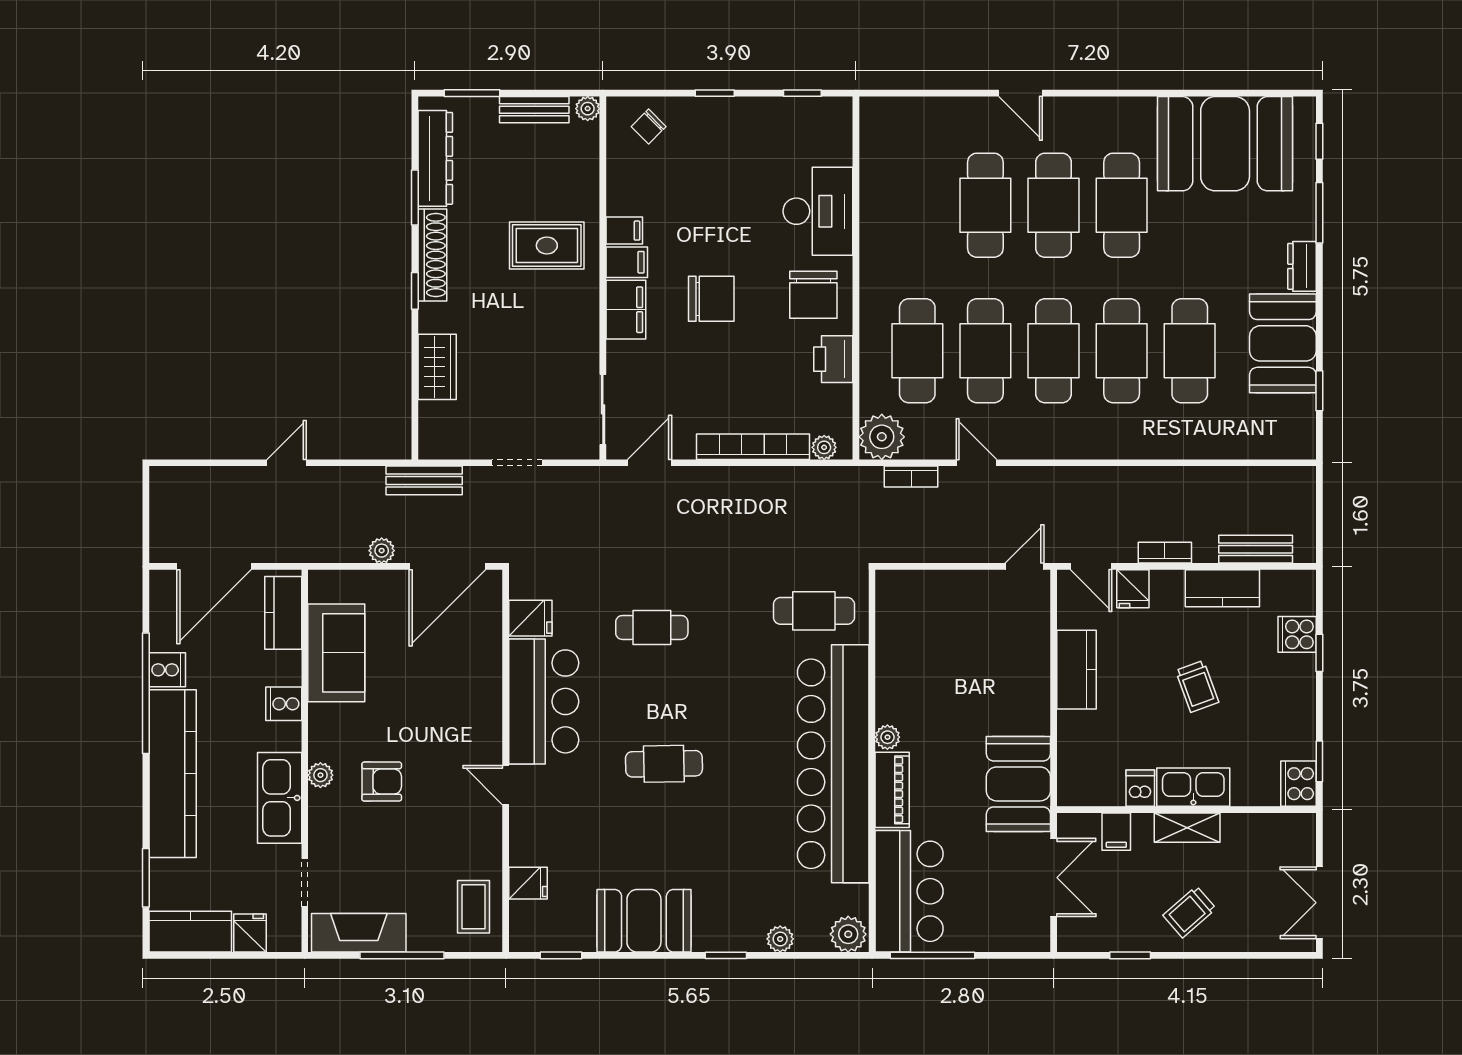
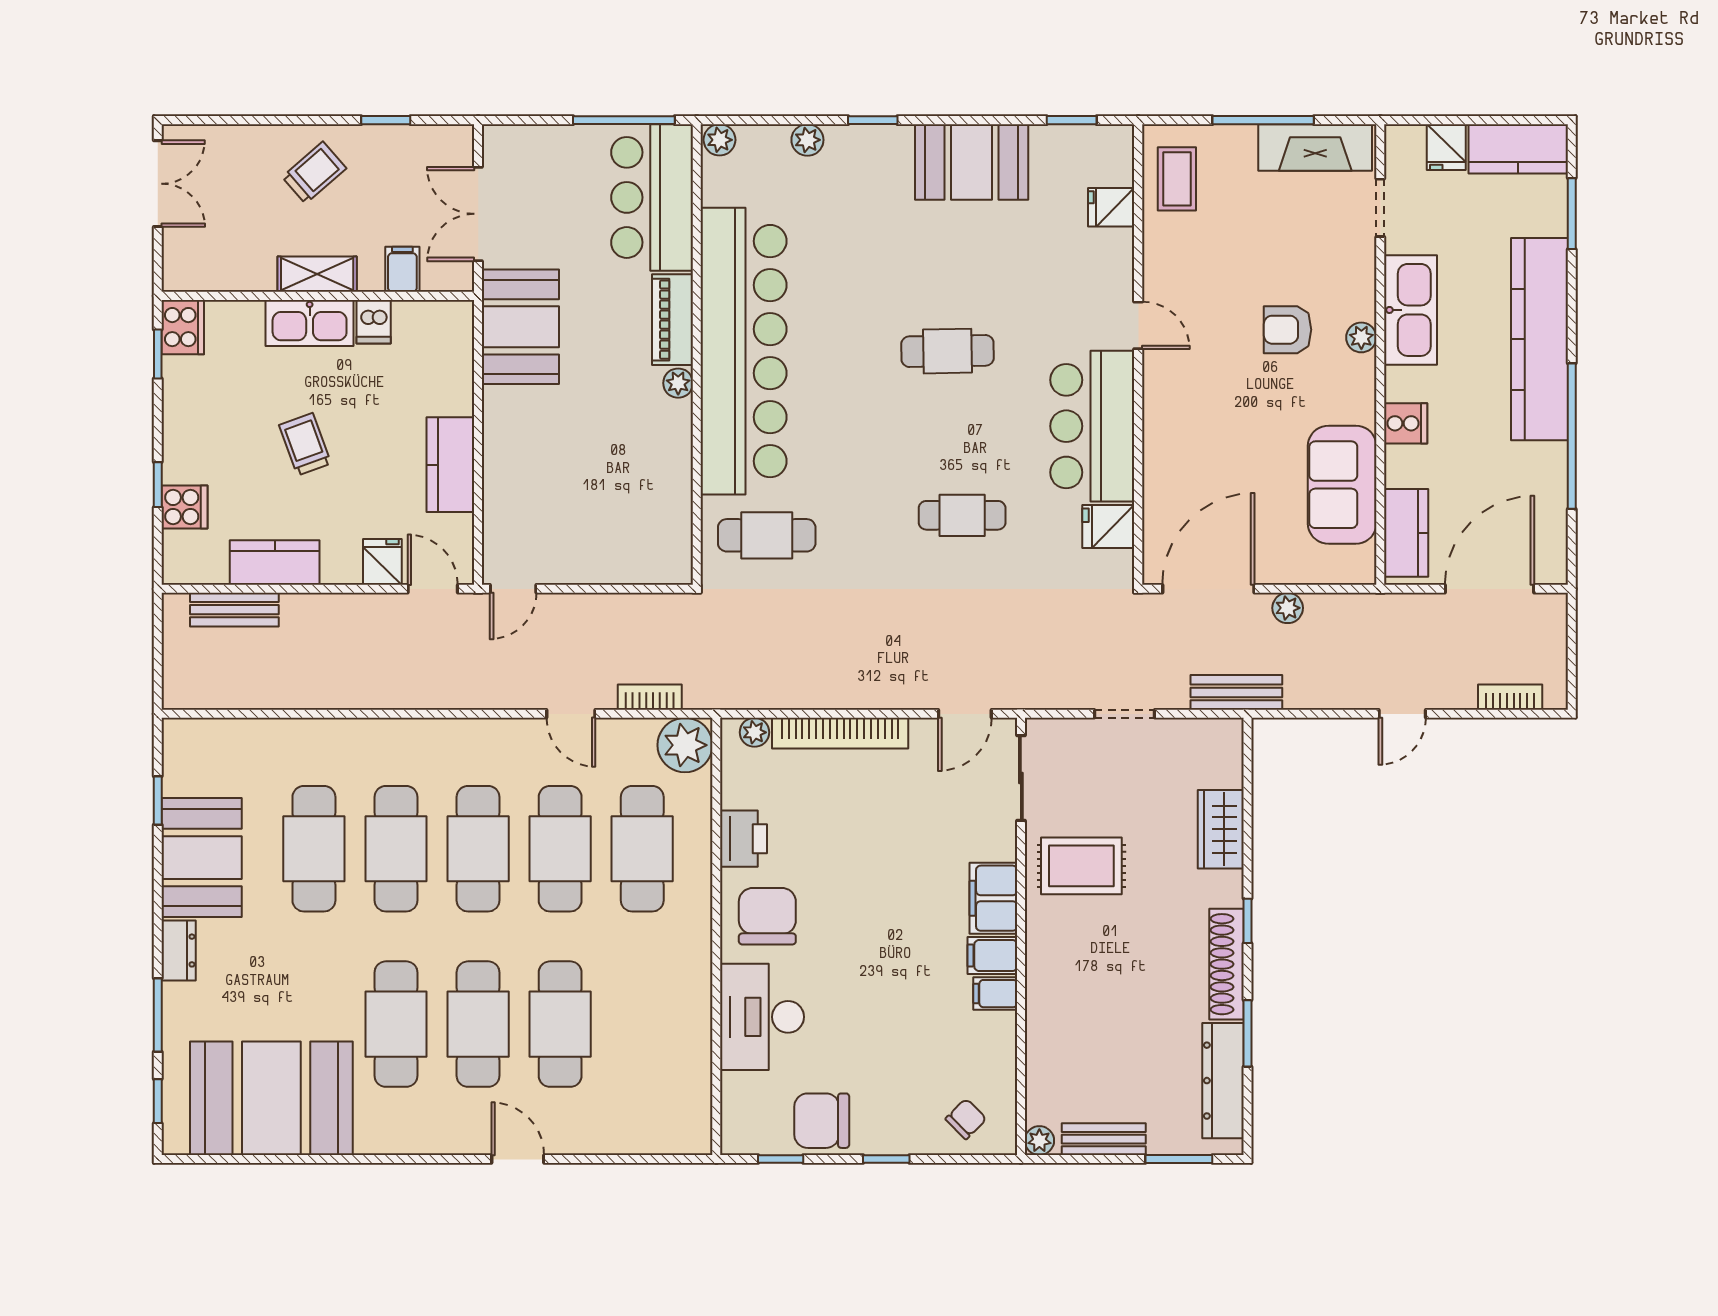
rug: (547, 245) -> (1081, 866), moved
chair: (711, 299) -> (822, 1121), moved
bookcase: (1165, 553) -> (1510, 697), moved, turned 180
cooker: (167, 670) -> (1546, 464), removed
plant: (848, 934) -> (720, 140), width x0.73, depth x0.73

